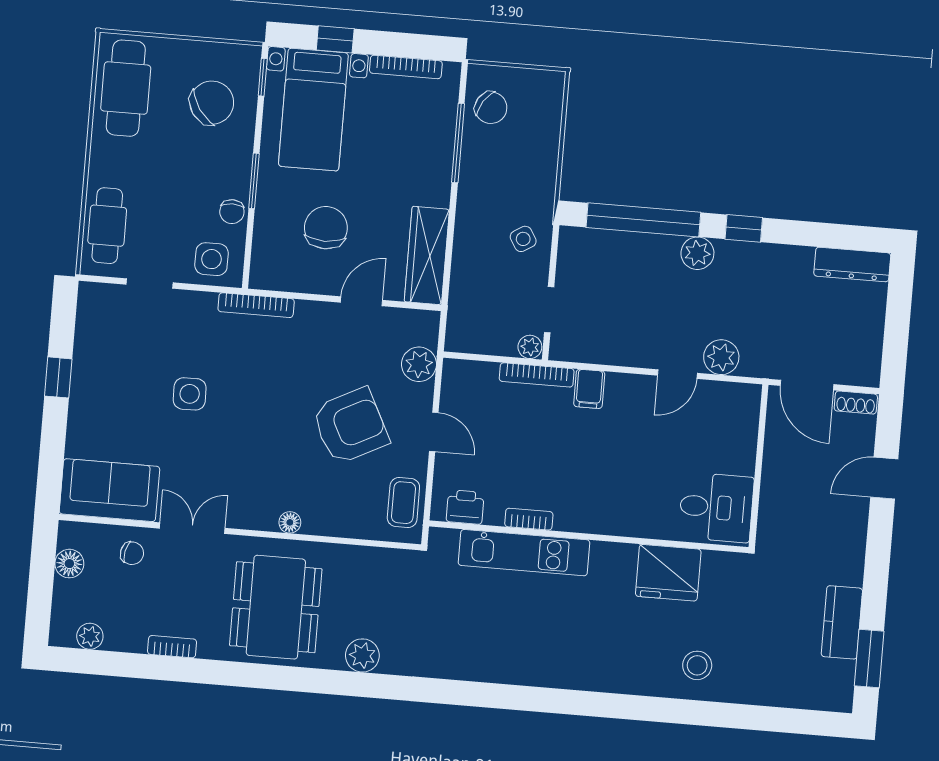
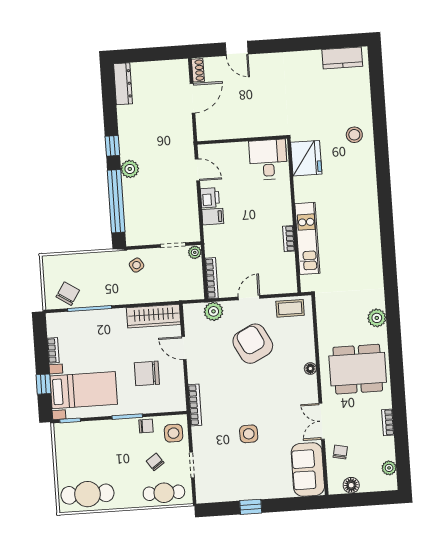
bookcase: (406, 67) -> (53, 350), width x0.64
chair: (212, 103) -> (155, 462), moved, width x0.54, depth x0.54
plant: (721, 357) -> (184, 147), removed
bookcase: (537, 375) -> (212, 278), moved
wall: (759, 466) -> (242, 140), moved
printer: (465, 507) -> (210, 198), moved, turned 180
desk: (716, 507) -> (268, 160), moved
kitchen counter: (842, 622) -> (342, 58), moved
window: (869, 659) -> (336, 42), removed

